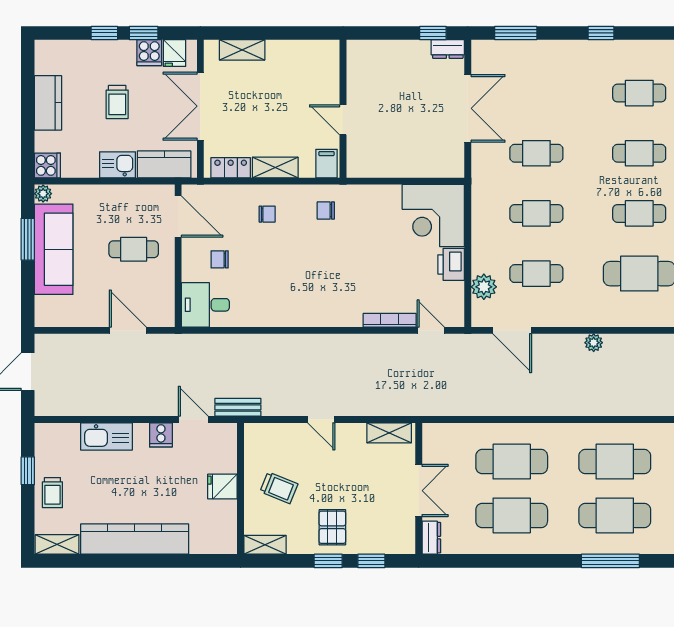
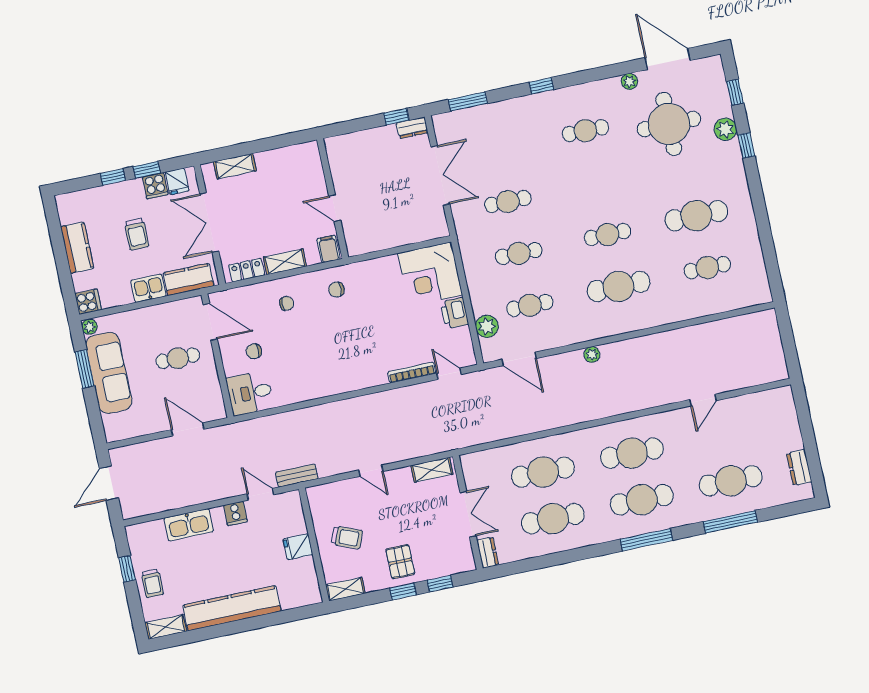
cafe table: (639, 153) -> (596, 183), removed

